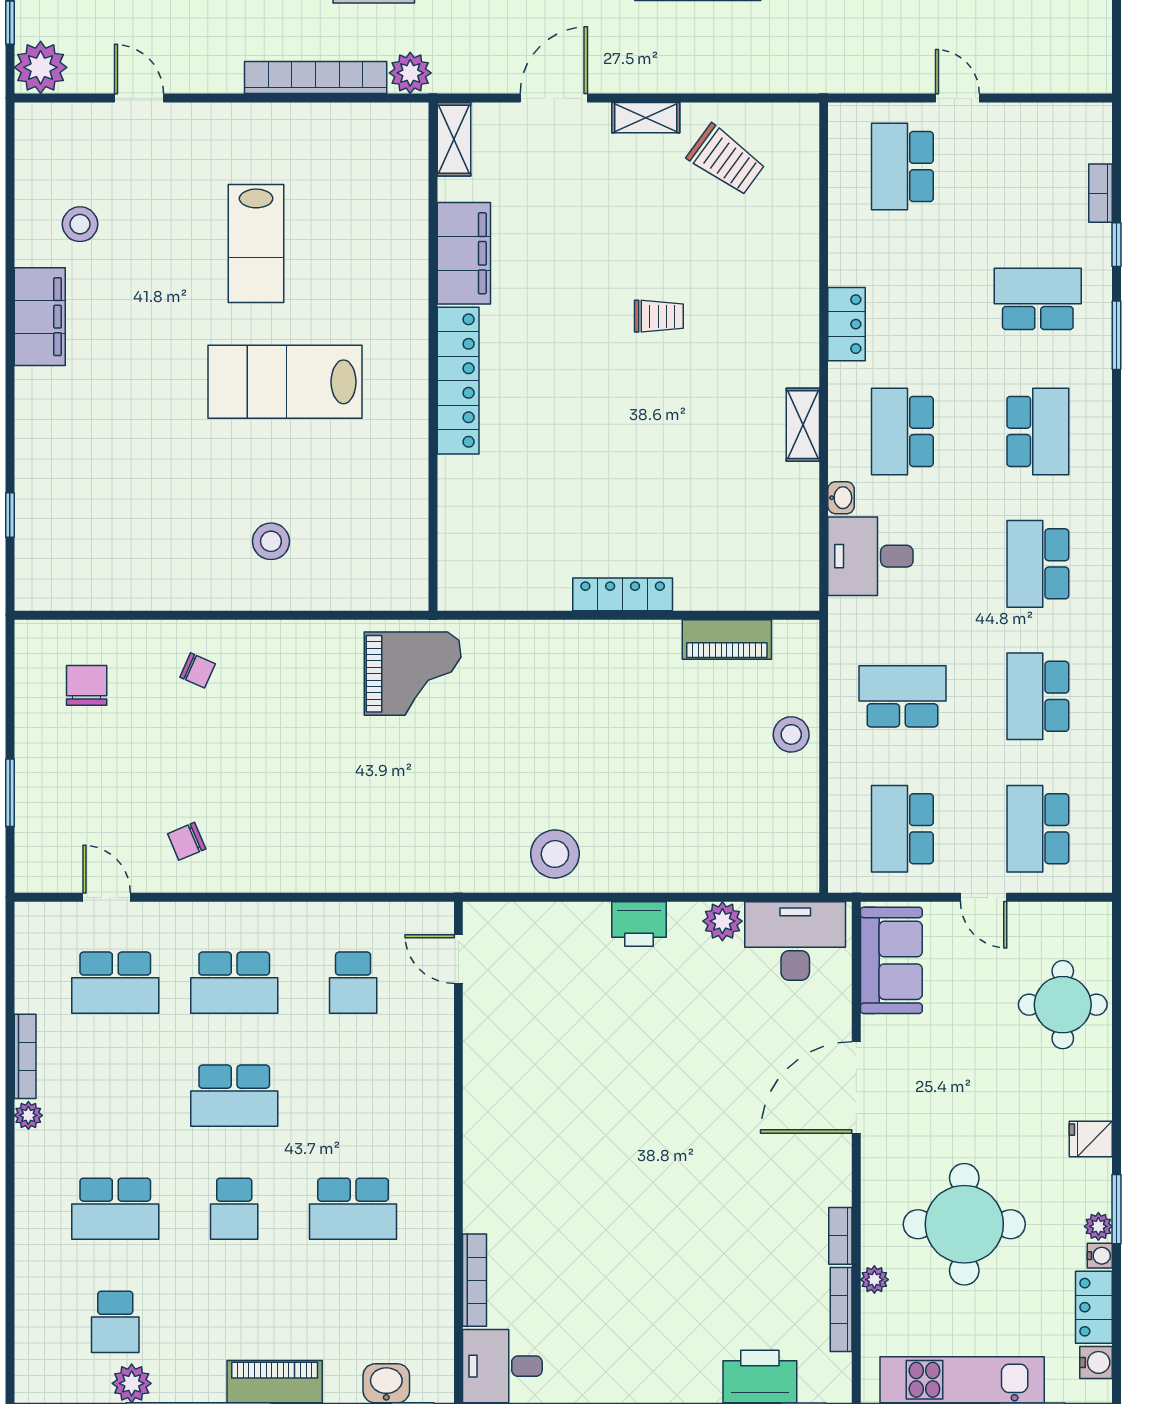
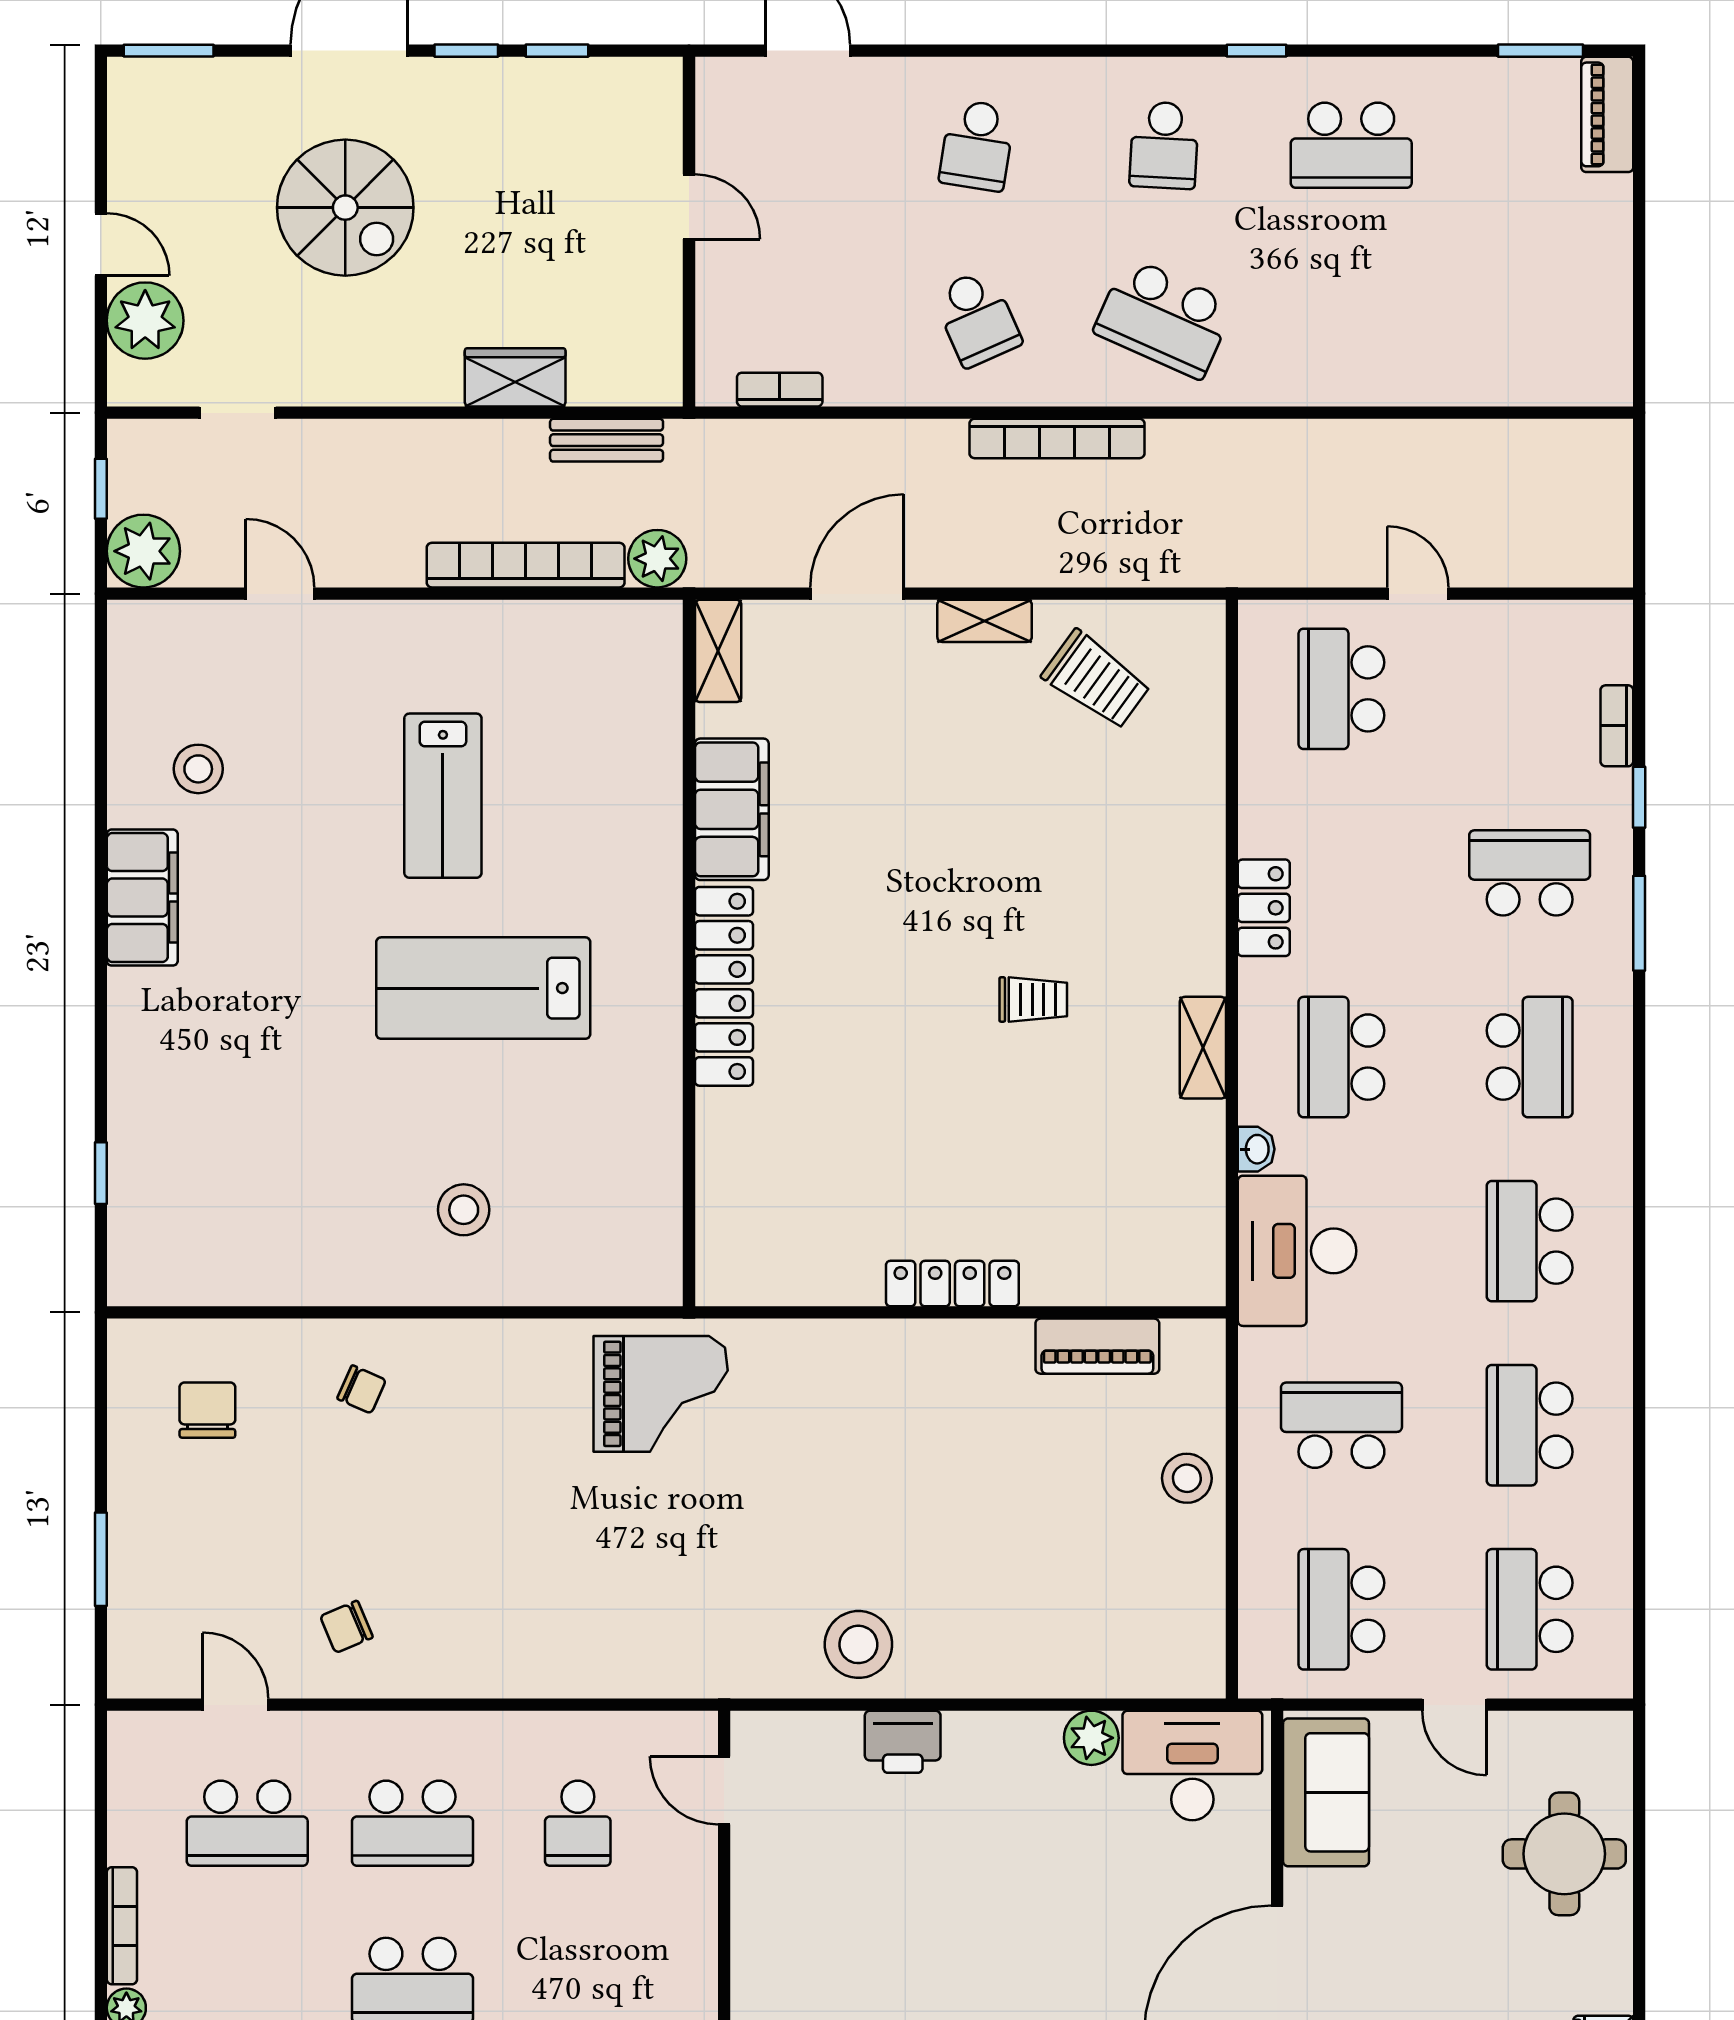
trolley: (659, 316) -> (1033, 999), moved
desk: (870, 556) -> (1297, 1251), width x1.37
printer: (639, 924) -> (903, 1742), moved

